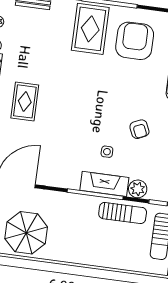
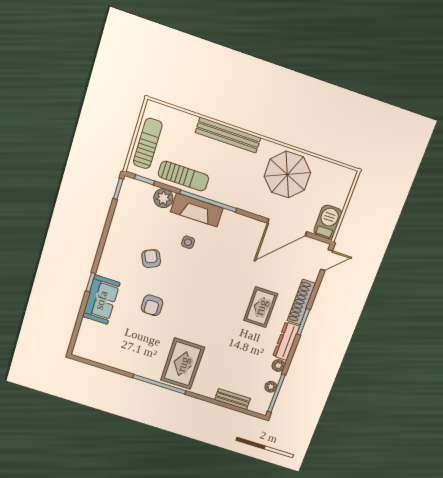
armchair: (135, 41) -> (152, 305), moved, width x0.53, depth x0.53
sun lounger: (123, 213) -> (183, 176), turned 180
bench: (88, 258) -> (228, 135), added

